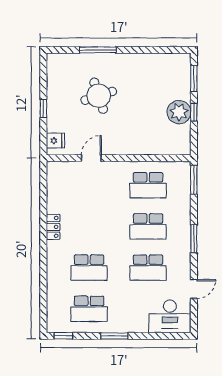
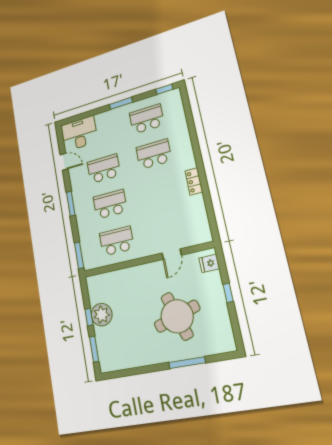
round table: (99, 96) -> (177, 316), width x1.36, depth x1.36
door: (194, 289) -> (64, 162), swing flipped

